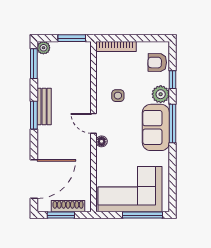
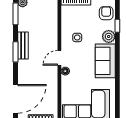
armchair: (157, 63) -> (106, 13), turned 89
door: (94, 123) -> (59, 58), hinge flipped
window: (173, 123) -> (117, 58), removed

